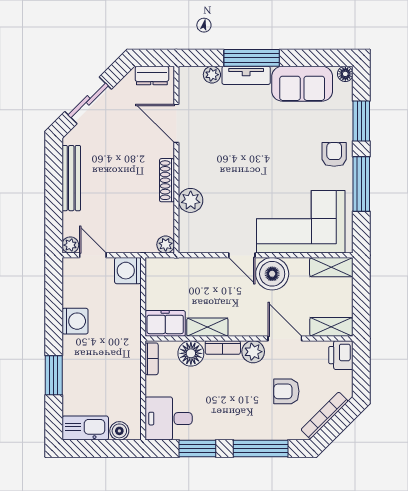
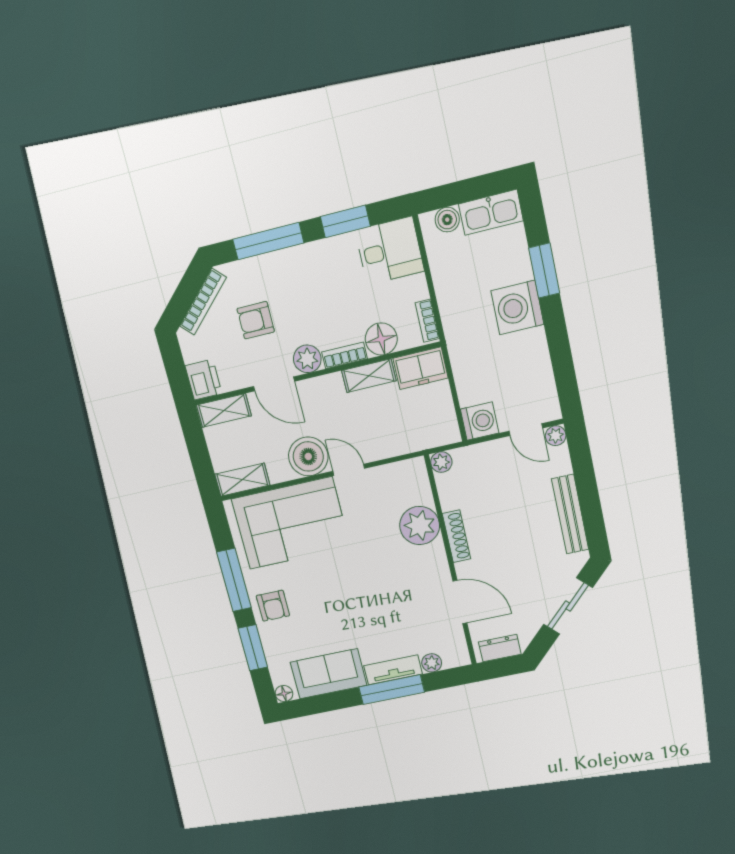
plant: (191, 200) -> (420, 526), width x1.36, depth x1.36
washing machine: (75, 321) -> (517, 308), moved, width x1.37, depth x1.37
armchair: (286, 391) -> (256, 320), turned 180

